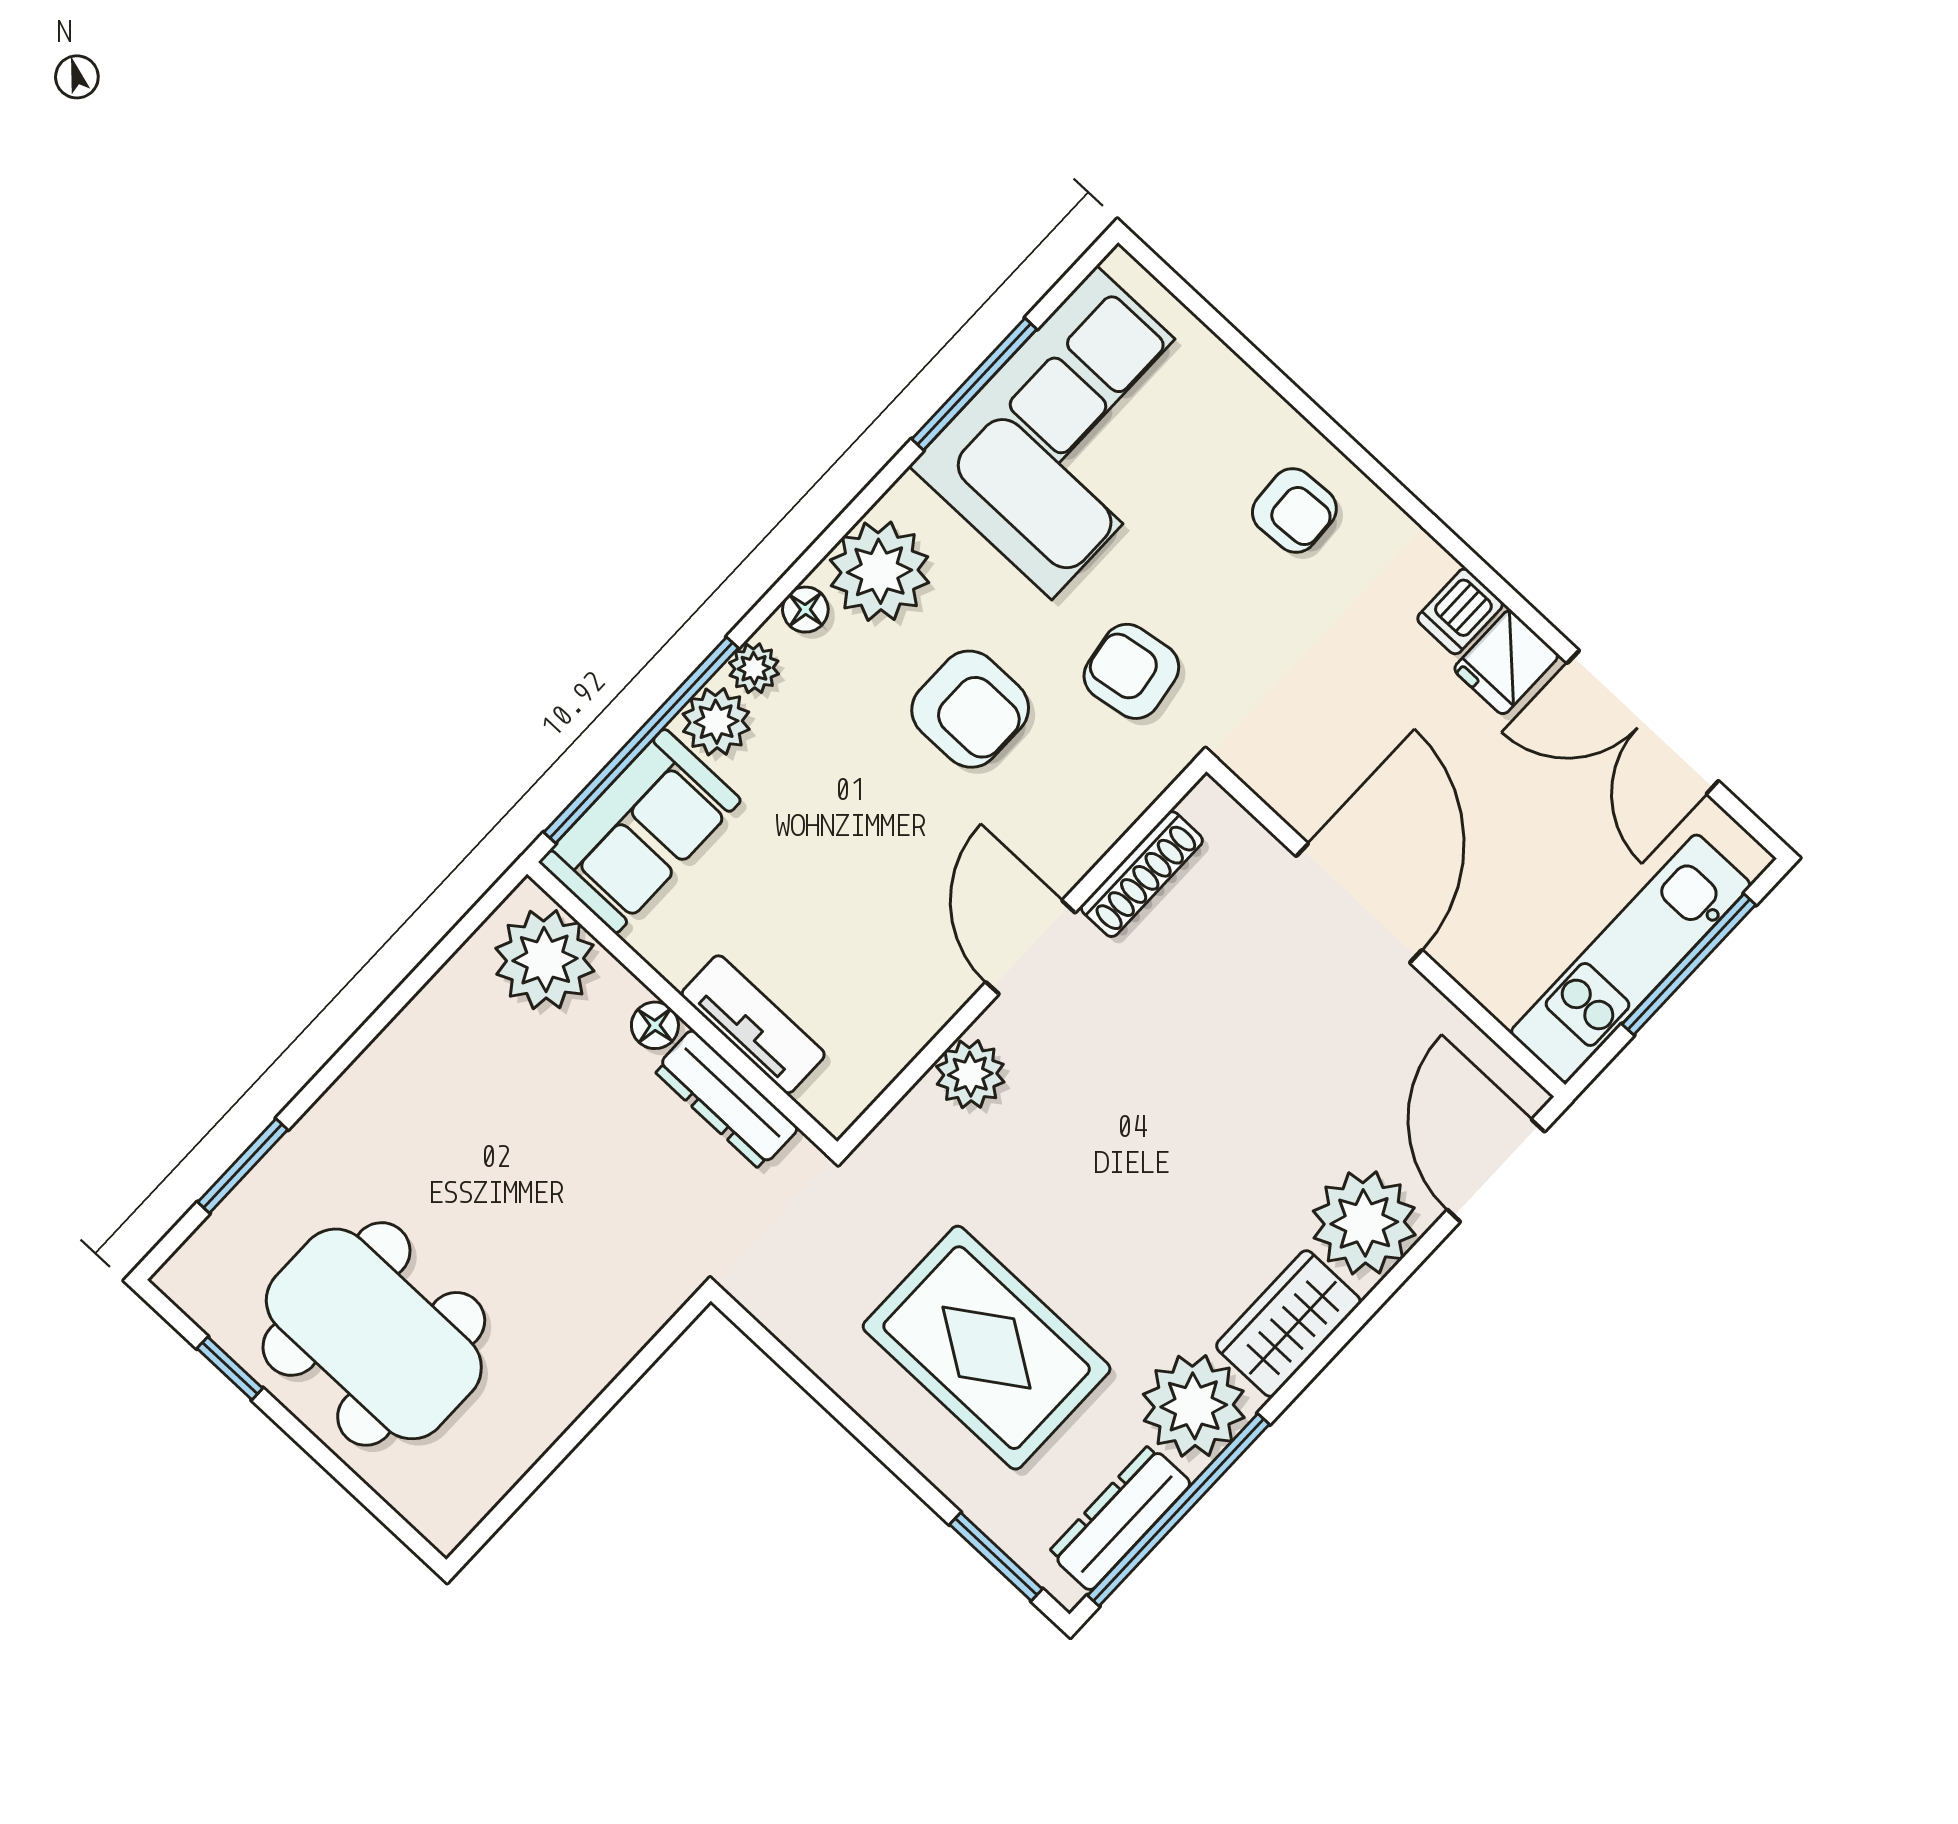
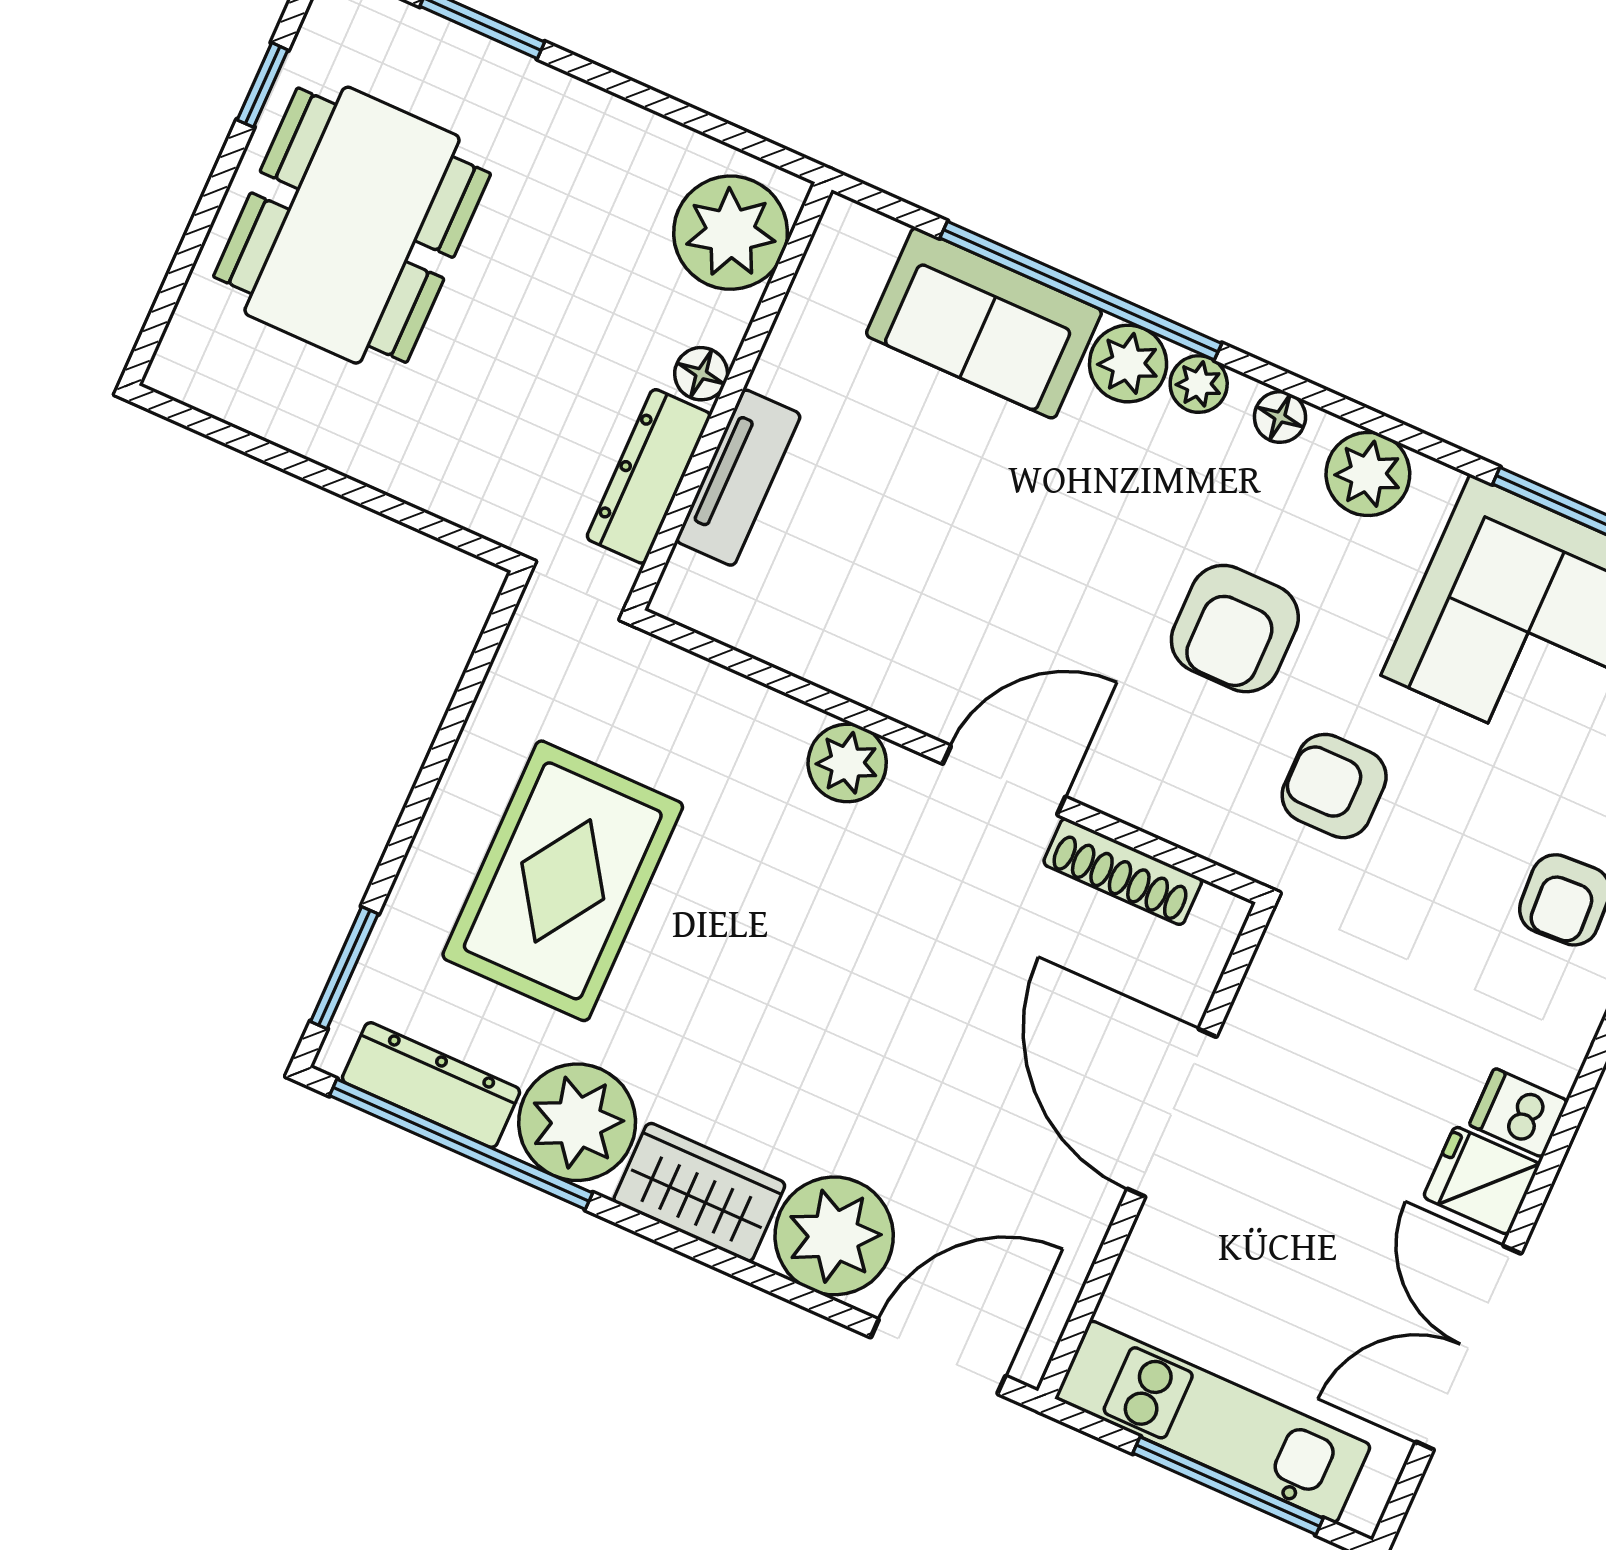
plant: (879, 571) -> (1368, 474), width x0.73, depth x0.73
armchair: (1131, 671) -> (1334, 786), turned -81
door: (1359, 903) -> (1172, 1113), swing flipped
plant: (545, 960) -> (731, 233), moved
wall: (682, 1008) -> (730, 396), moved
tv unit: (753, 1024) -> (738, 478), moved
floor lamp: (655, 1025) -> (701, 374), moved
dresser: (726, 1099) -> (649, 476), moved

